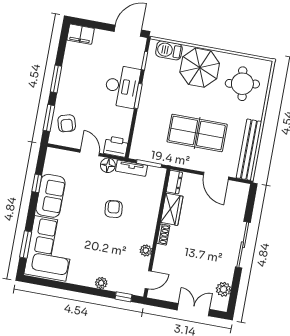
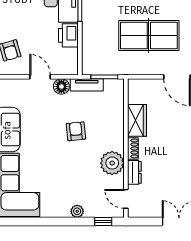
printer: (116, 147) -> (68, 35), moved, turned -90
dresser: (174, 182) -> (134, 172), moved
plant: (146, 250) -> (112, 163), width x1.88, depth x1.88
door: (148, 280) -> (126, 199), swing flipped

